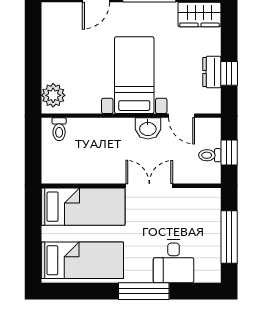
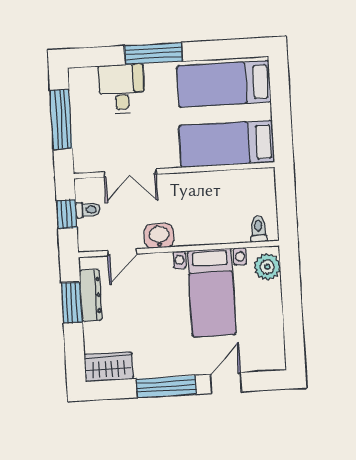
dresser: (212, 72) -> (91, 295), width x1.44
window: (229, 73) -> (72, 303), width x1.50
bed with nightstands: (134, 75) -> (212, 293), moved
door: (181, 116) -> (122, 252), swing flipped
double door: (149, 186) -> (130, 173), moved

